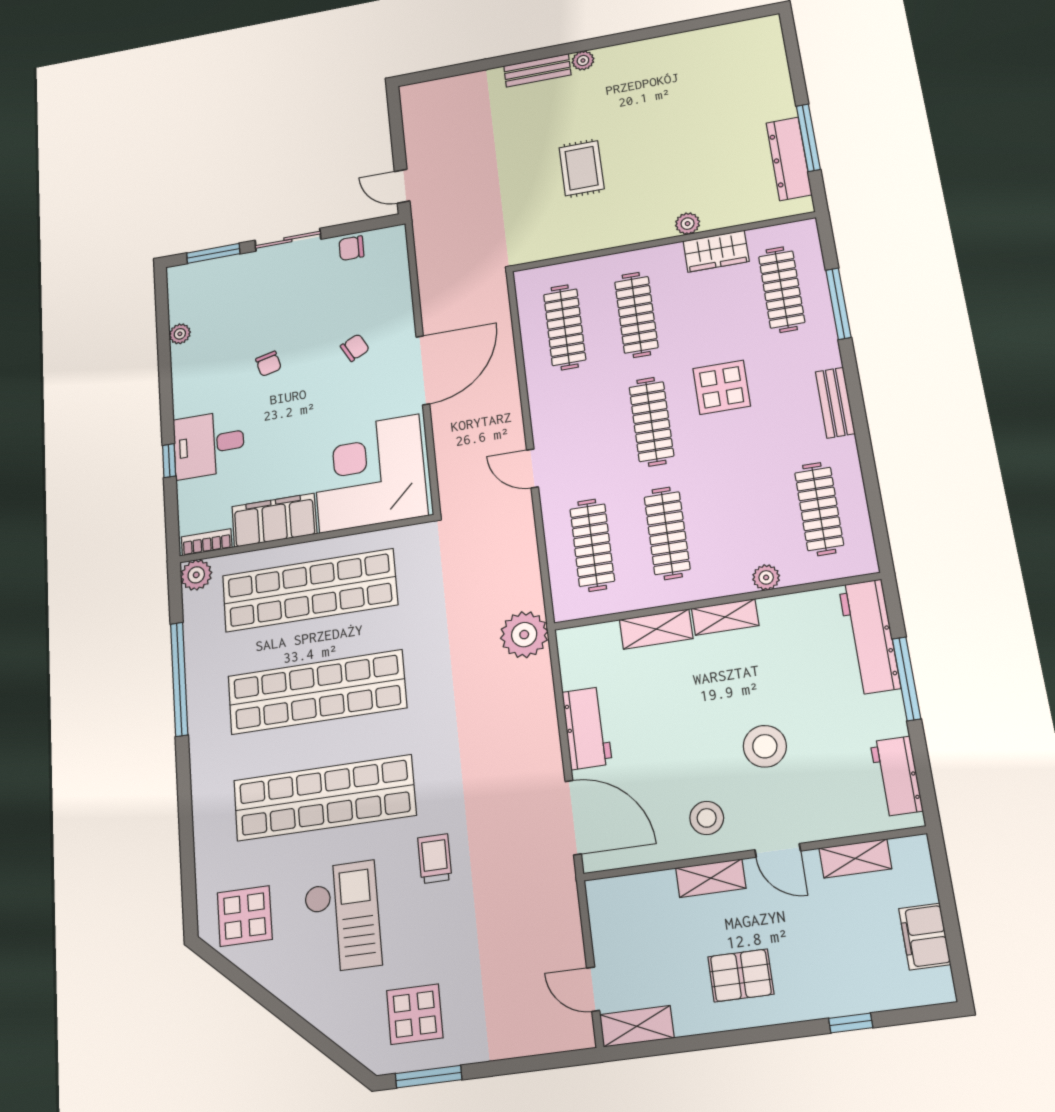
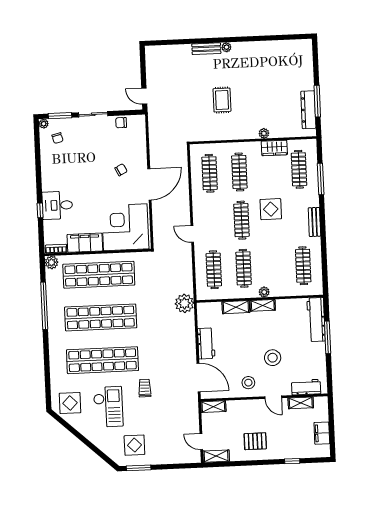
plant: (180, 334) -> (44, 124), moved
chair: (268, 364) -> (58, 138), moved
plant: (766, 577) -> (264, 292), moved
workbench: (896, 776) -> (306, 387), moved, turned 90
shelving: (711, 878) -> (213, 407), moved

